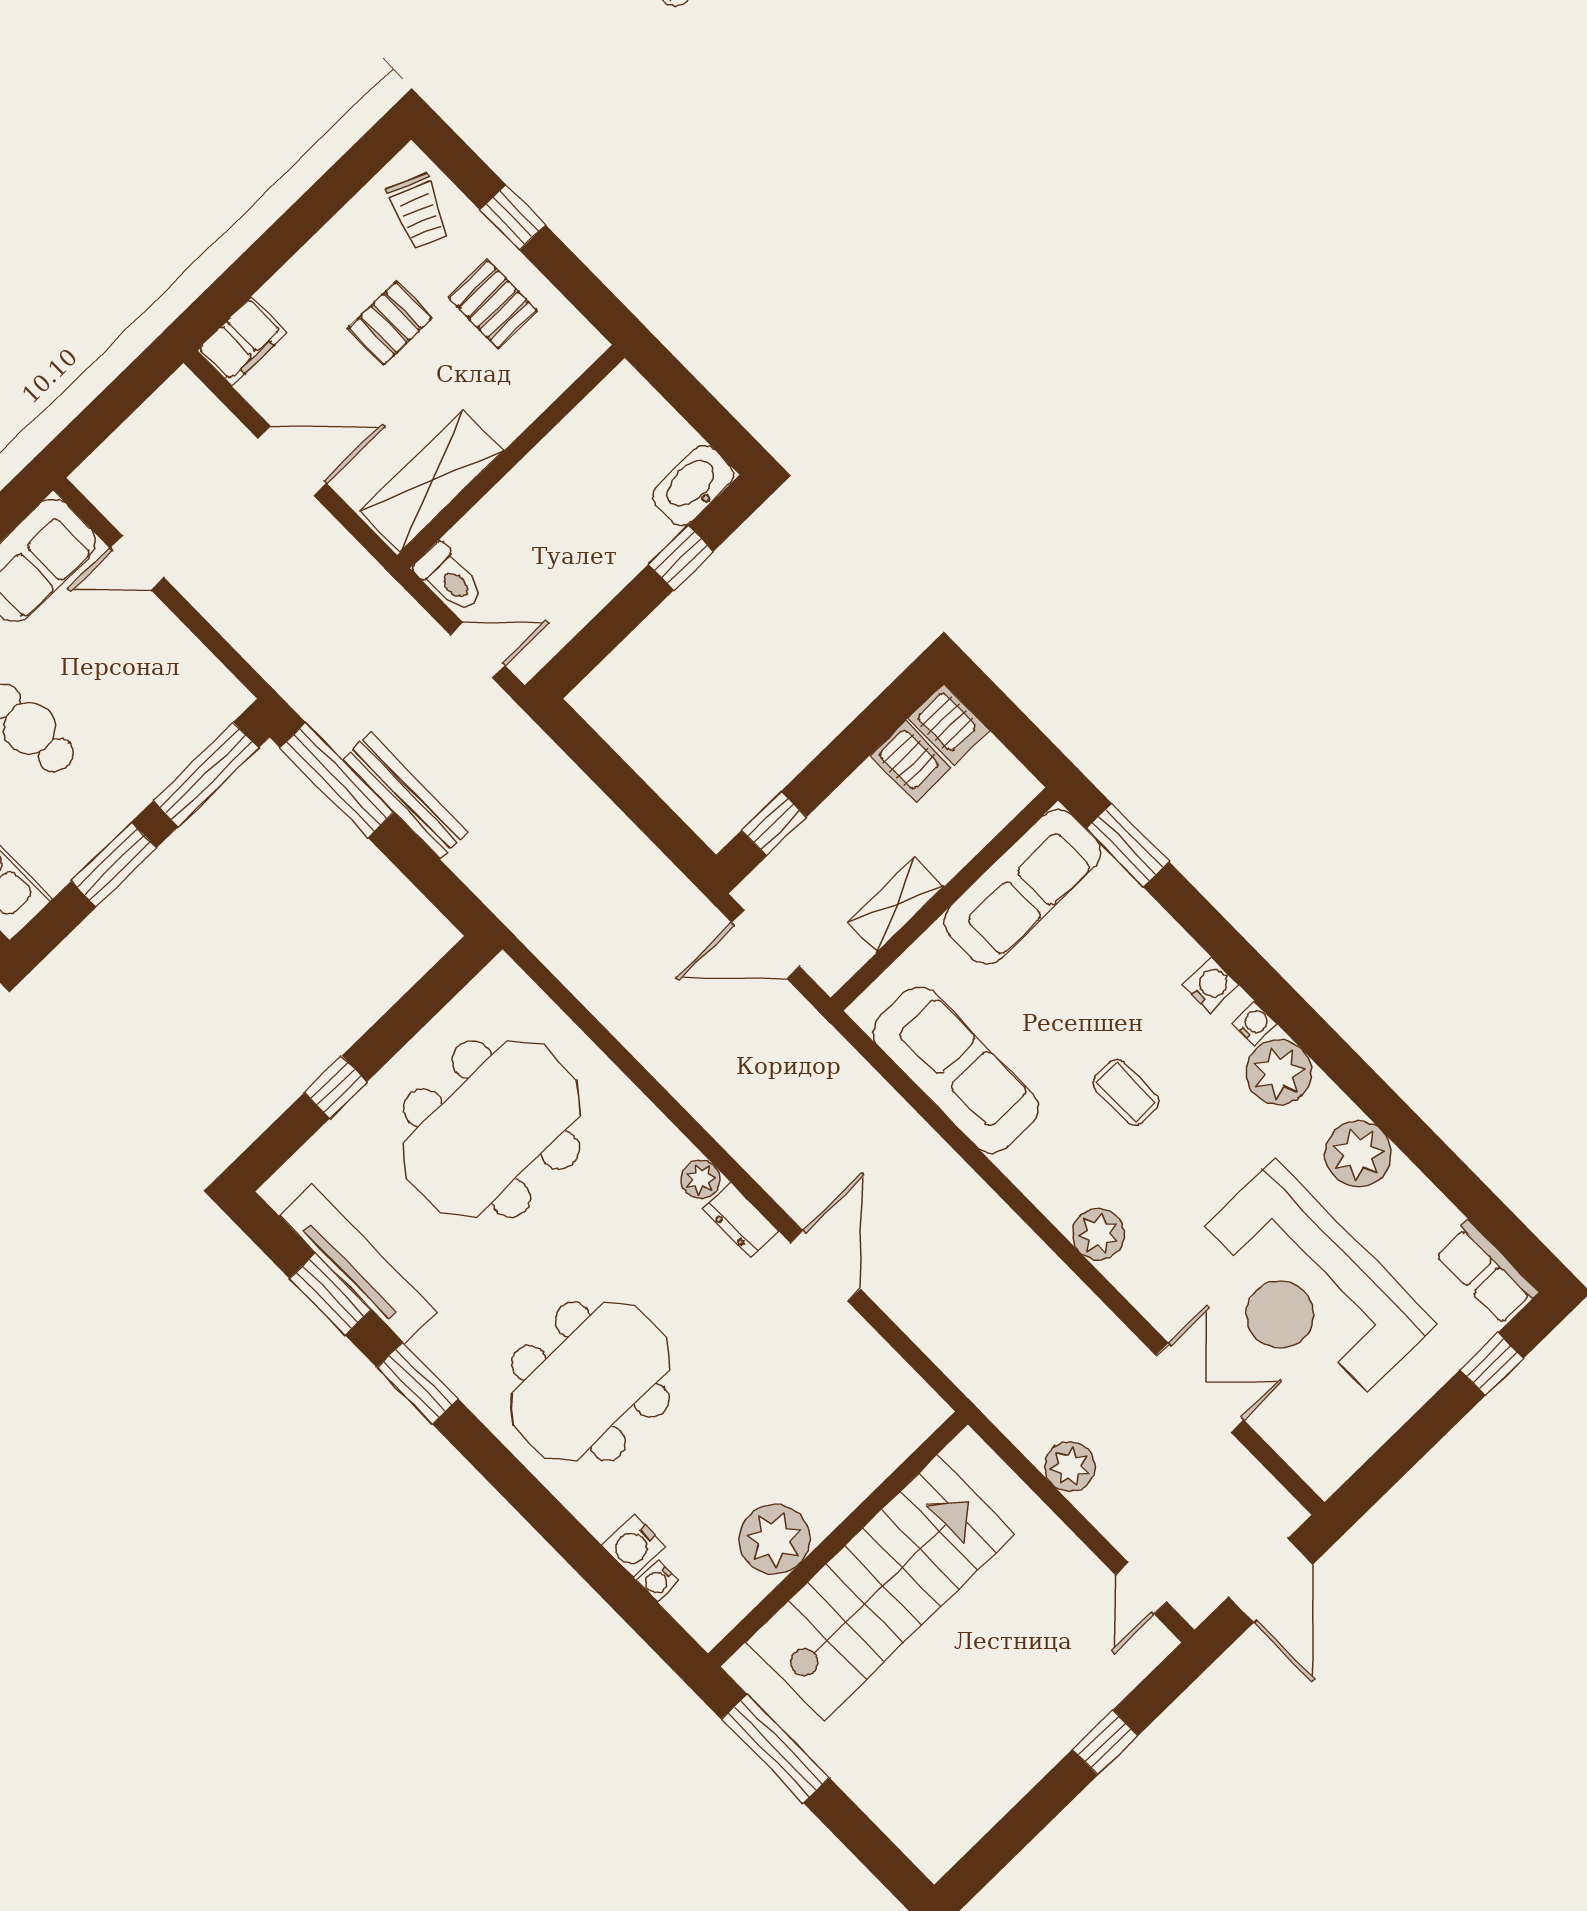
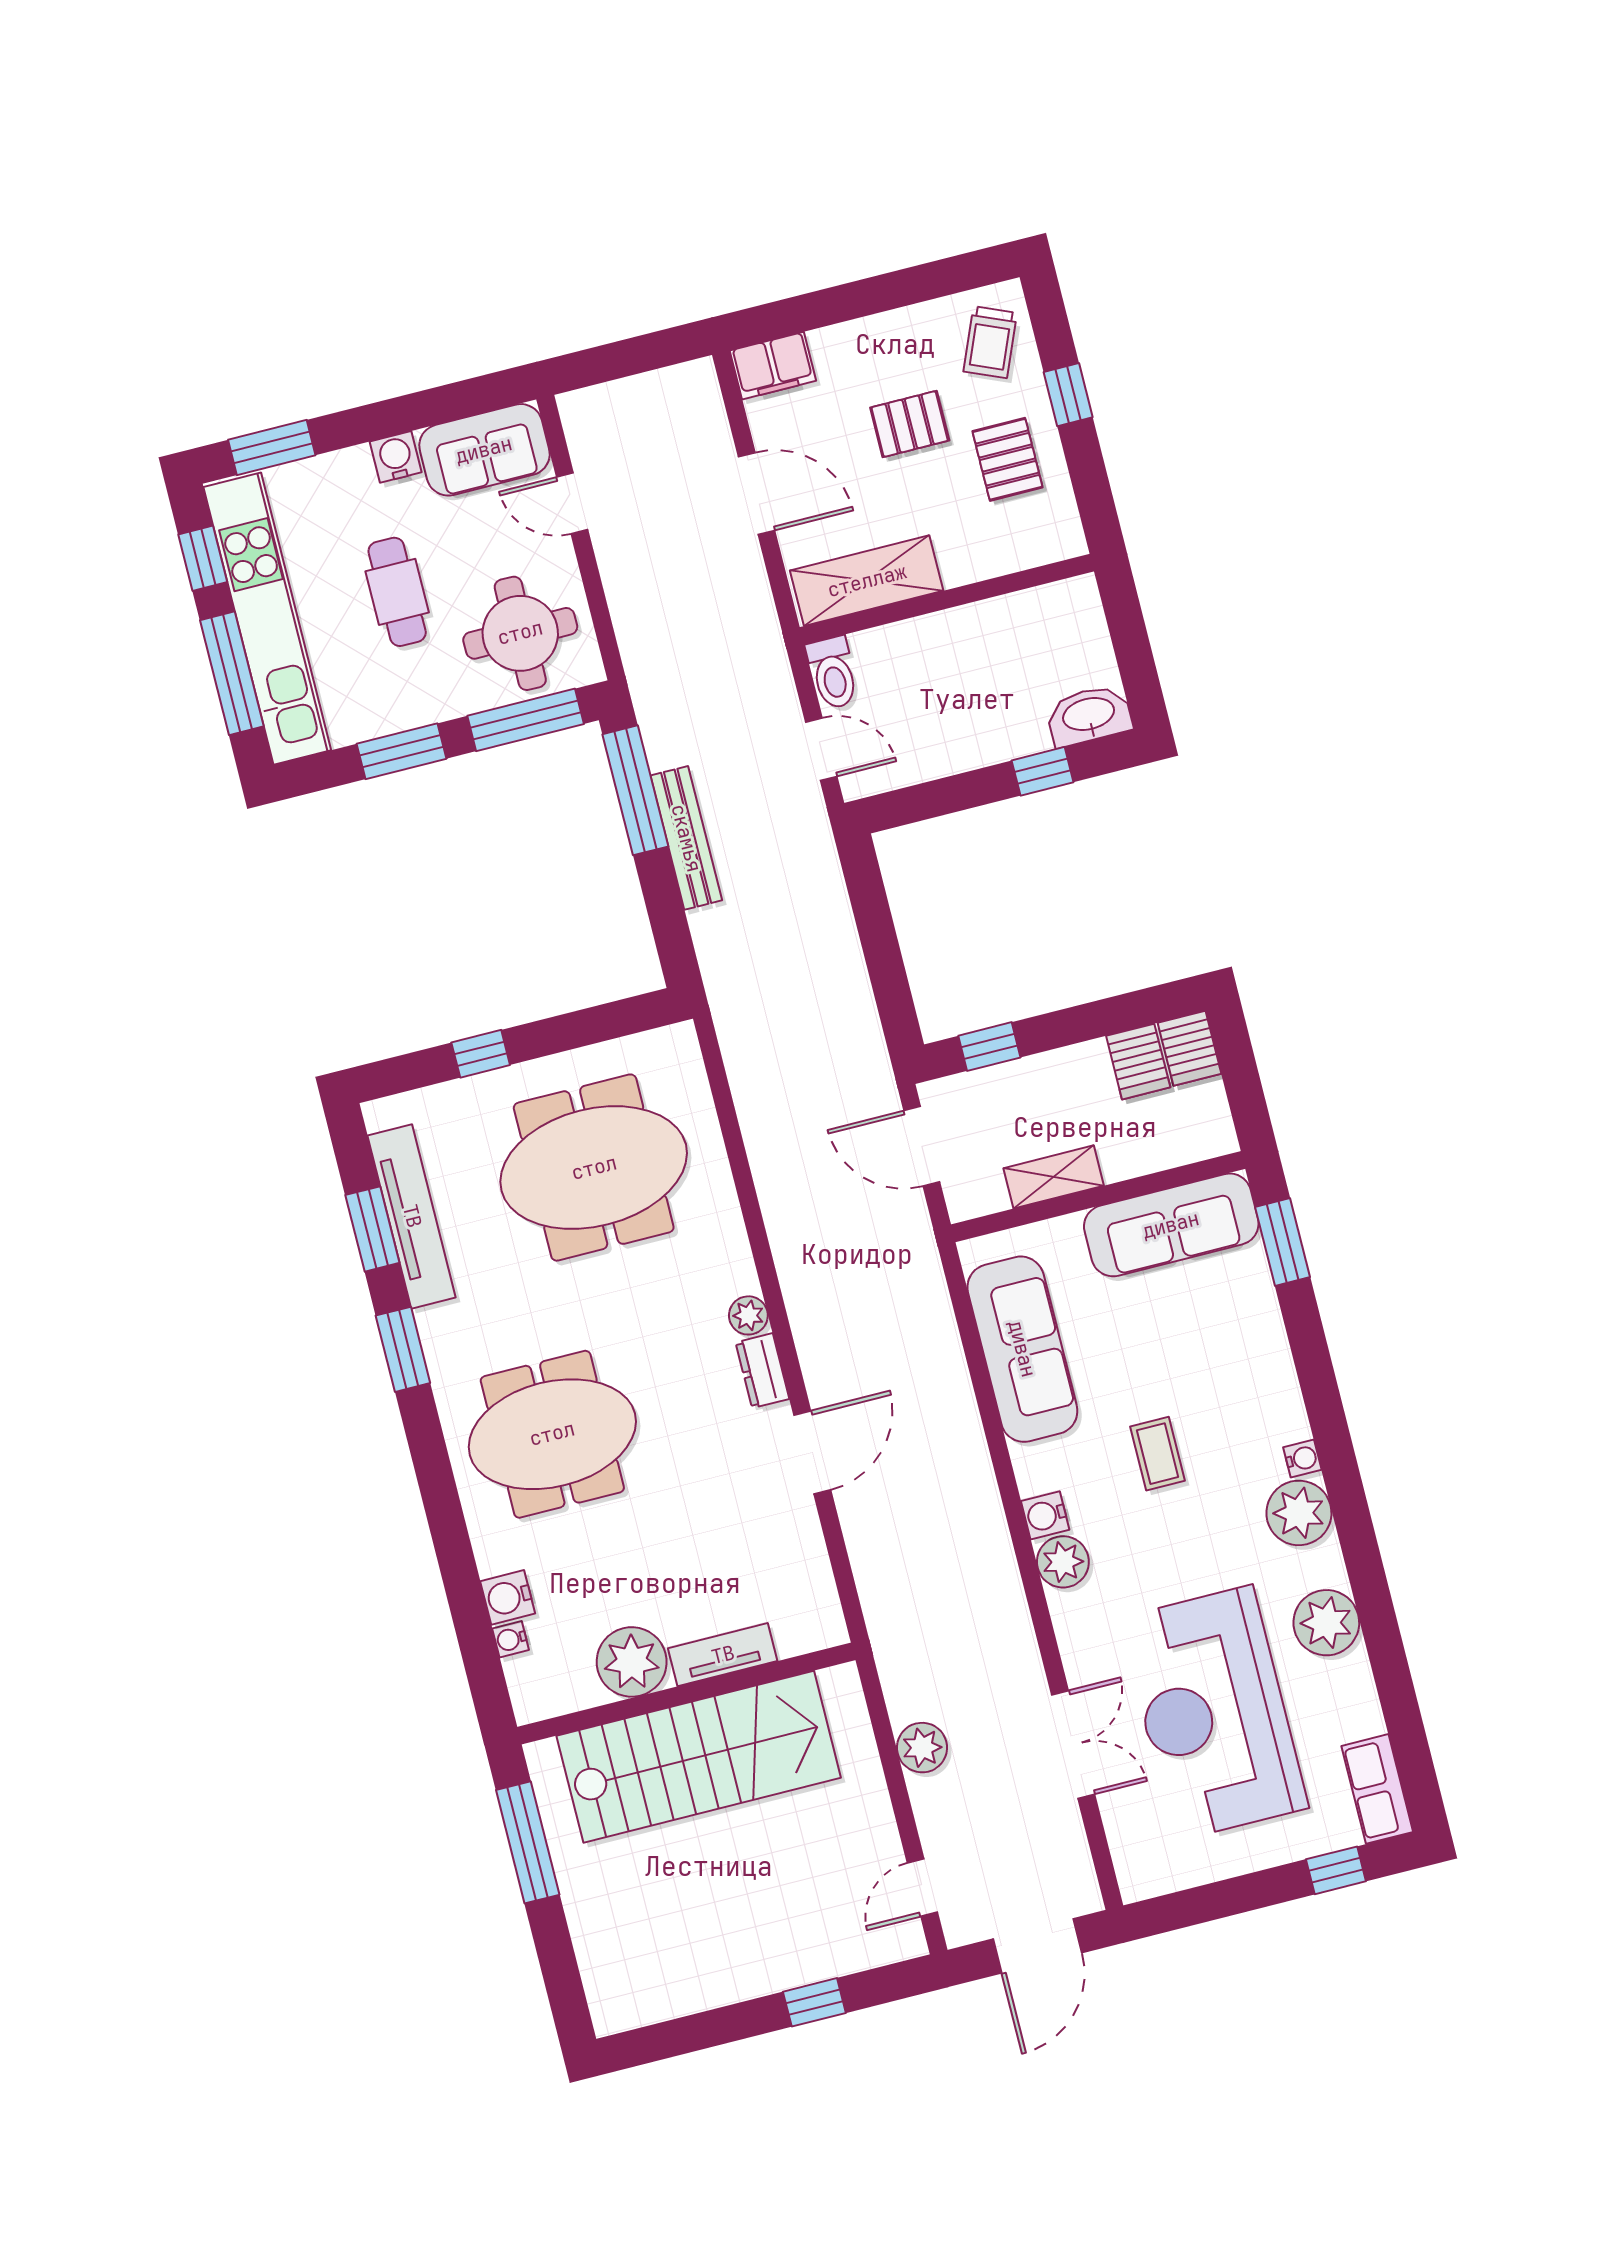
round table: (157, 702) -> (520, 633), added
water cooler: (1211, 985) -> (1045, 1515), moved, turned 180
tv unit: (850, 1487) -> (723, 1655), added

